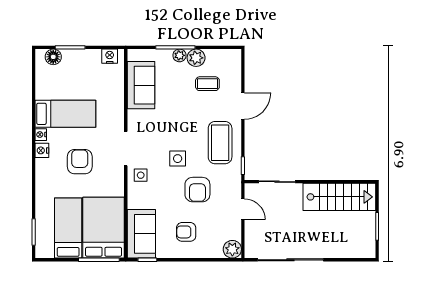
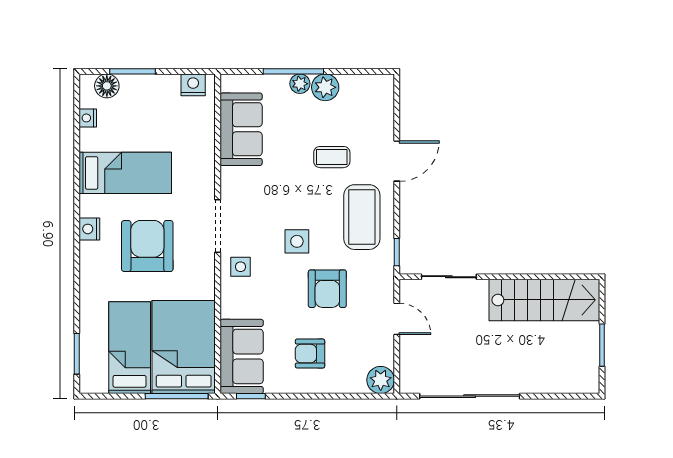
coffee table: (207, 84) -> (332, 157), moved
nightstand: (41, 135) -> (88, 118), moved
armchair: (80, 162) -> (147, 246), width x1.36, depth x1.36

